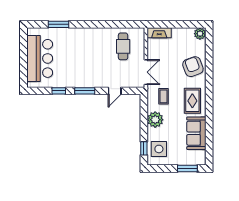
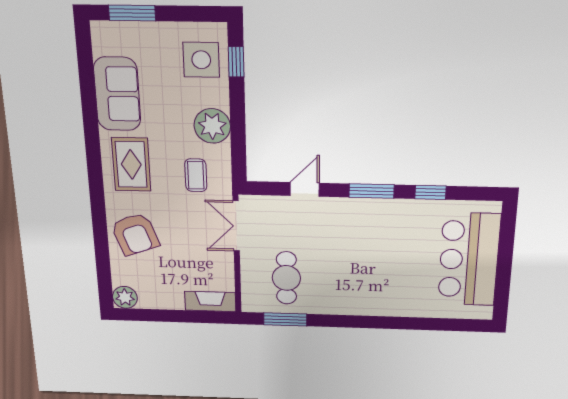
window: (59, 24) -> (285, 319), moved

